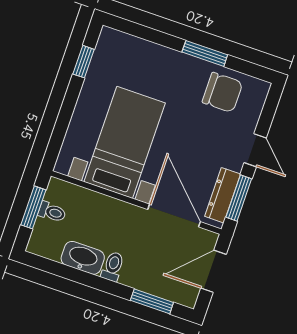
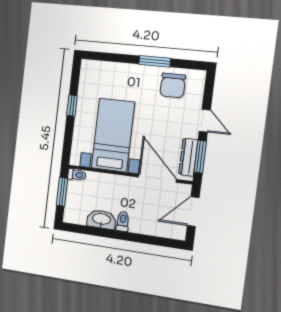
window: (84, 62) -> (72, 106), moved
chair: (222, 92) -> (173, 85), turned 90
toilet: (52, 212) -> (77, 175), moved
window: (152, 301) -> (155, 241), removed

